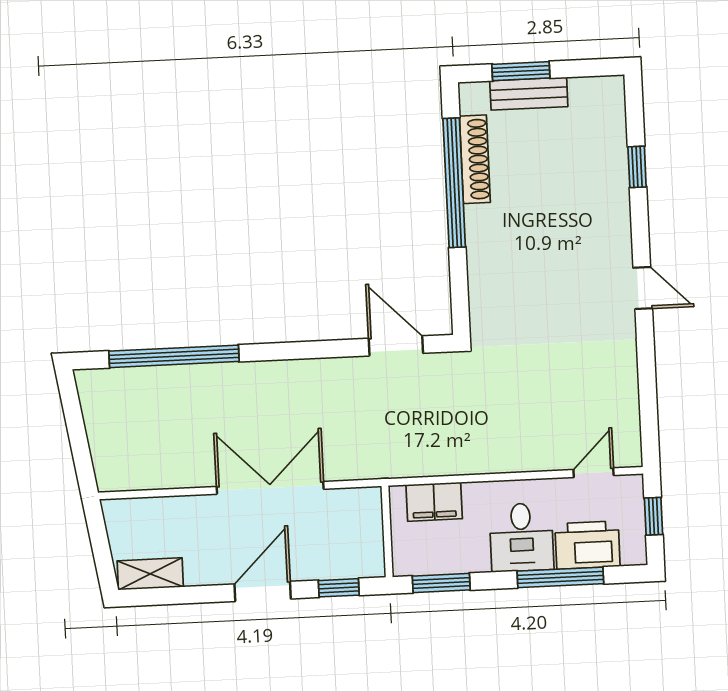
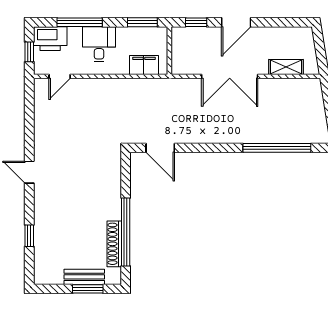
printer: (587, 545) -> (50, 39), moved
shelving: (150, 574) -> (286, 67), moved

